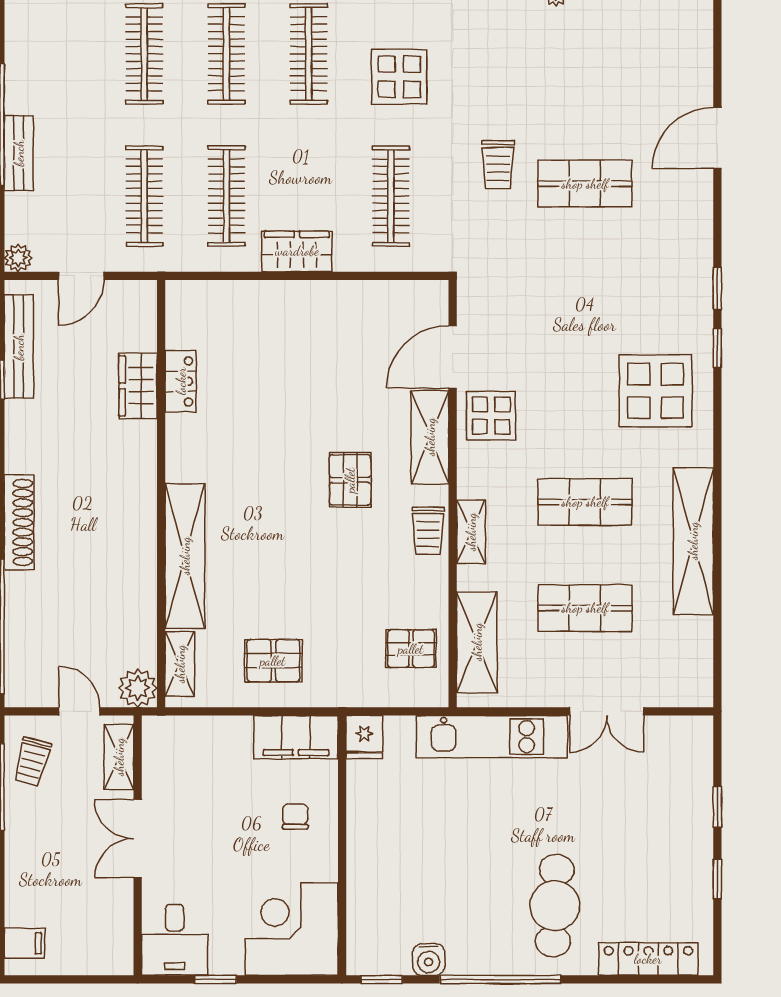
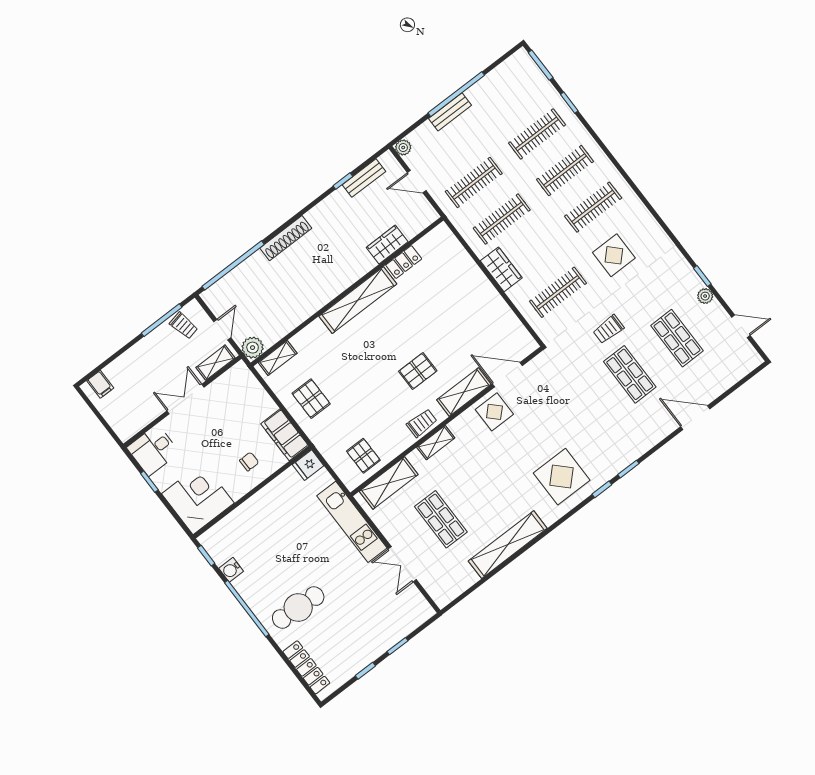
bench: (19, 347) -> (364, 178), width x0.73
shop shelf: (585, 502) -> (677, 338), moved
trolley: (428, 531) -> (422, 423), turned 180
shelving: (185, 556) -> (358, 300), moved
trolley: (32, 762) -> (184, 326), turned -117

